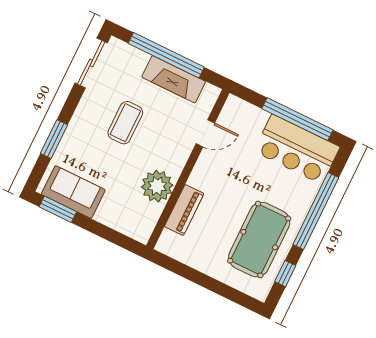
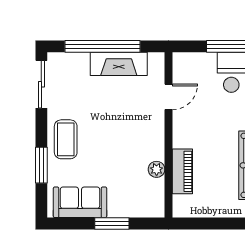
coffee table: (125, 123) -> (66, 139), moved
plant: (157, 186) -> (157, 169), width x0.53, depth x0.53
window: (58, 209) -> (112, 224), moved

